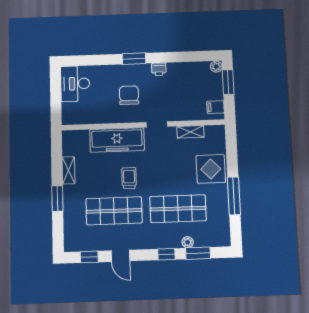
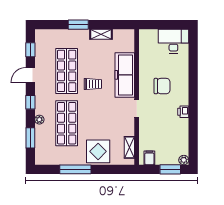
window: (134, 59) -> (193, 91), removed
shelving: (190, 132) -> (129, 147), moved
plant: (188, 242) -> (39, 120), moved
window: (166, 254) -> (30, 102), moved

